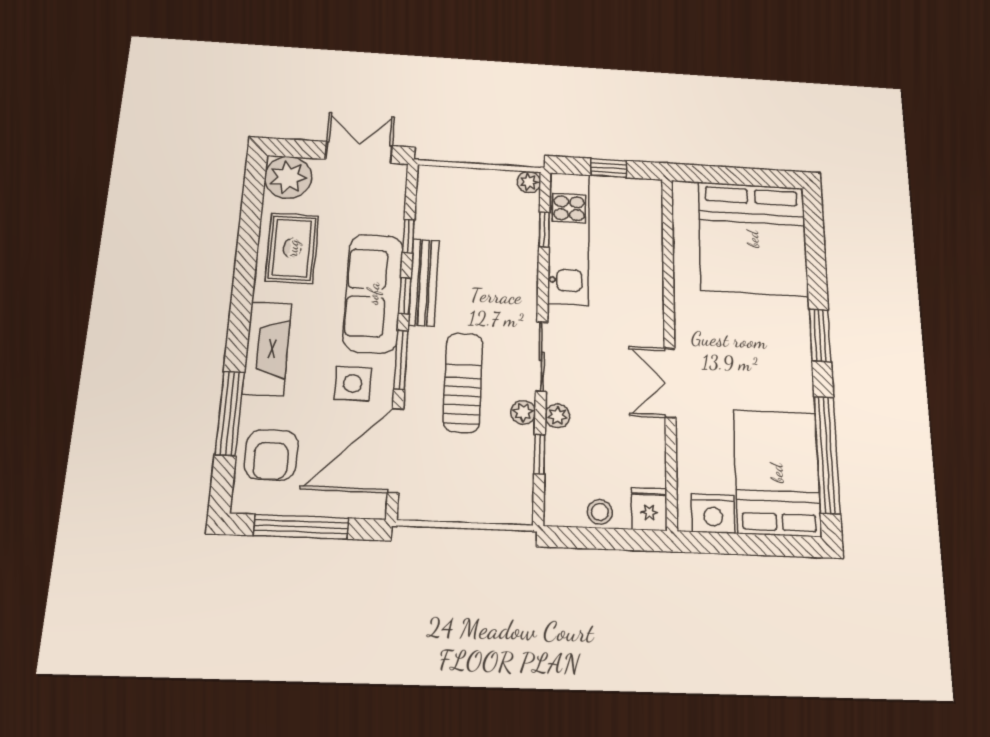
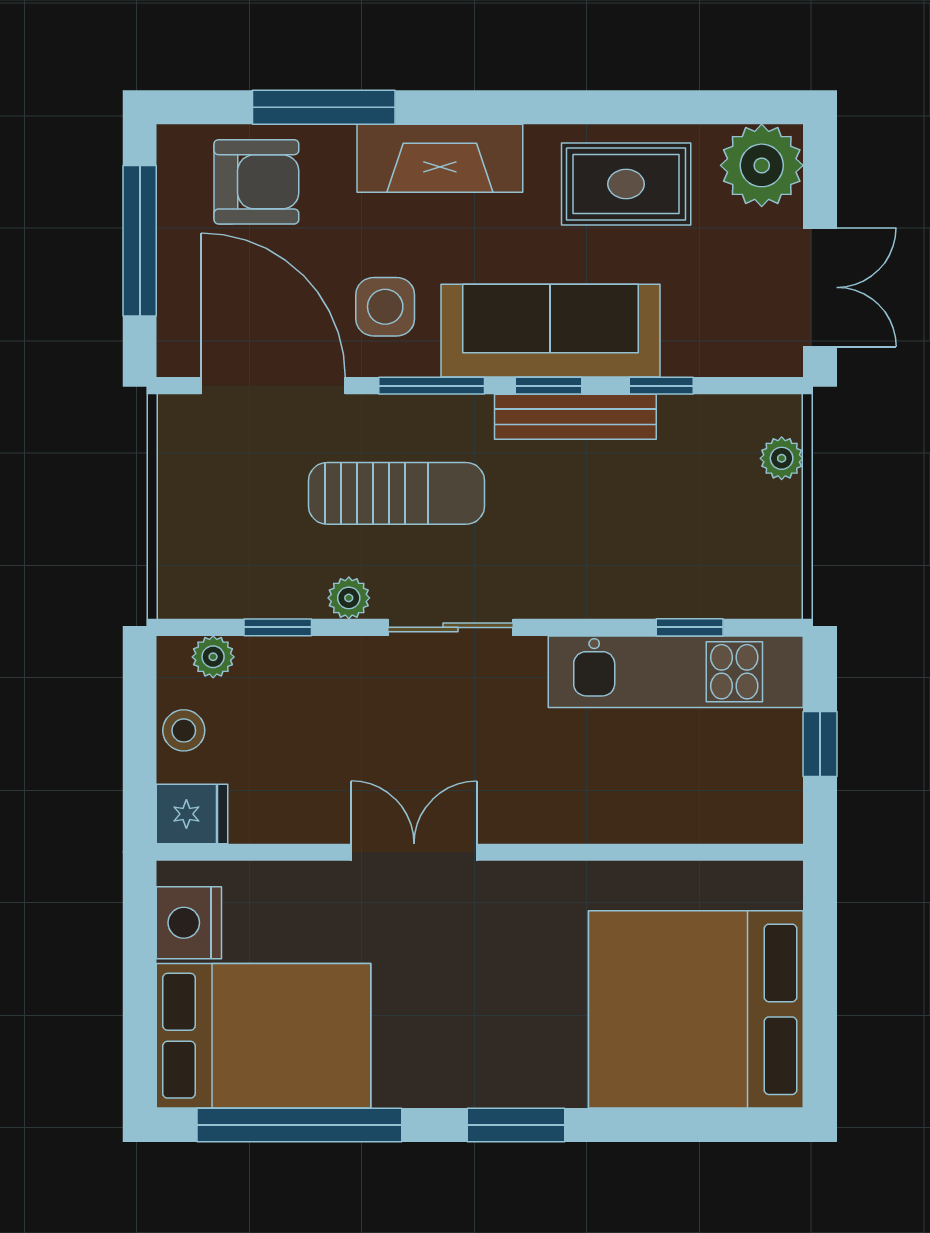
plant: (529, 182) -> (782, 458), moved
plant: (557, 416) -> (213, 657), moved
armchair: (271, 455) -> (256, 182), turned 180

